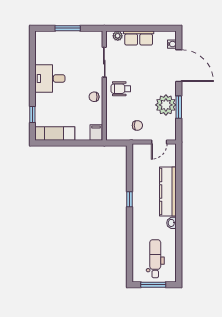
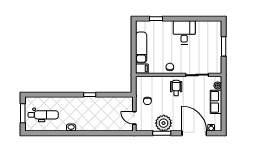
door: (179, 66) -> (194, 133), swing flipped
exam couch: (55, 134) -> (141, 47), moved
kitchen counter: (168, 192) -> (96, 125), removed

